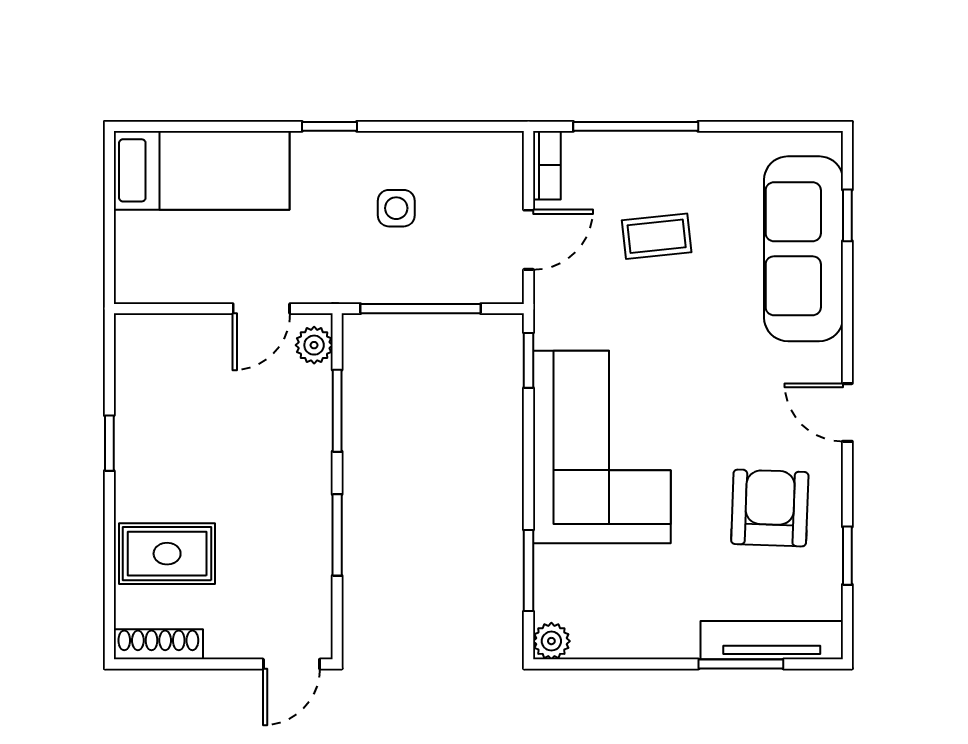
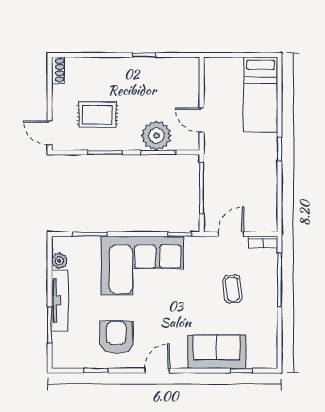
side table: (396, 208) -> (245, 178), removed
door: (528, 240) -> (231, 234), swing flipped
sofa: (804, 249) -> (217, 352), width x0.73
plant: (314, 345) -> (156, 136), moved, width x1.87, depth x1.87
armchair: (770, 508) -> (116, 337), turned -92
rug: (167, 554) -> (97, 115), moved, turned 90
tv unit: (772, 640) -> (60, 301), moved
plant: (551, 641) -> (59, 261), moved
shoe rack: (158, 644) -> (58, 70), width x0.70

